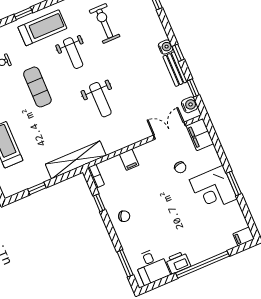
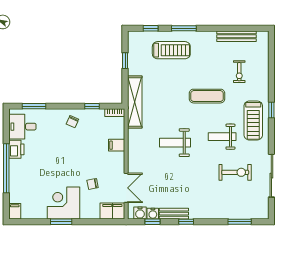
water cooler: (166, 47) -> (153, 214), moved

